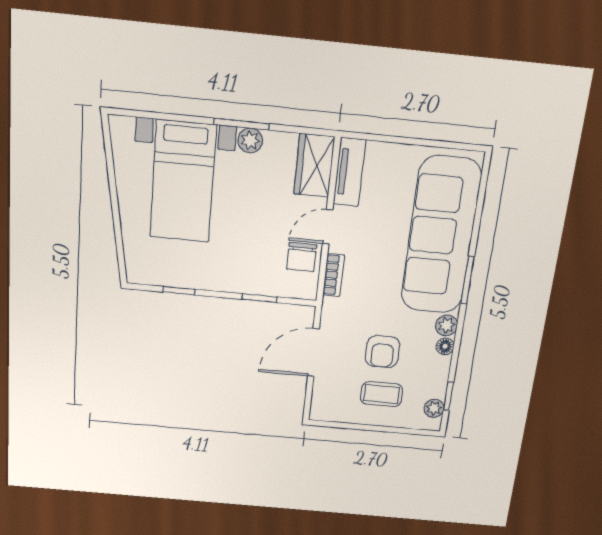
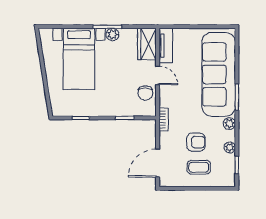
door: (328, 227) -> (158, 75), swing flipped
bookcase: (334, 275) -> (164, 120), moved
floor lamp: (445, 346) -> (230, 136), removed
armchair: (382, 352) -> (196, 142), turned -90
door: (313, 353) -> (158, 163), moved
plant: (434, 408) -> (230, 147), moved

